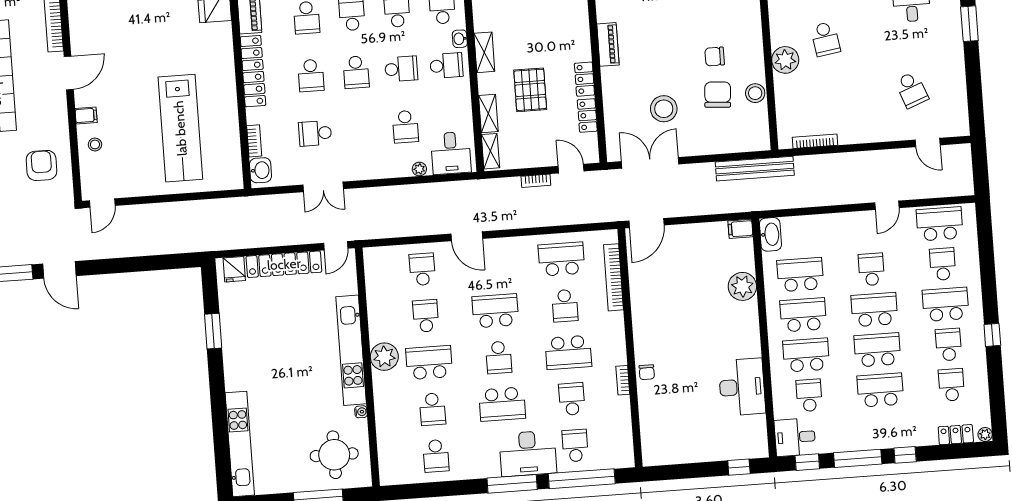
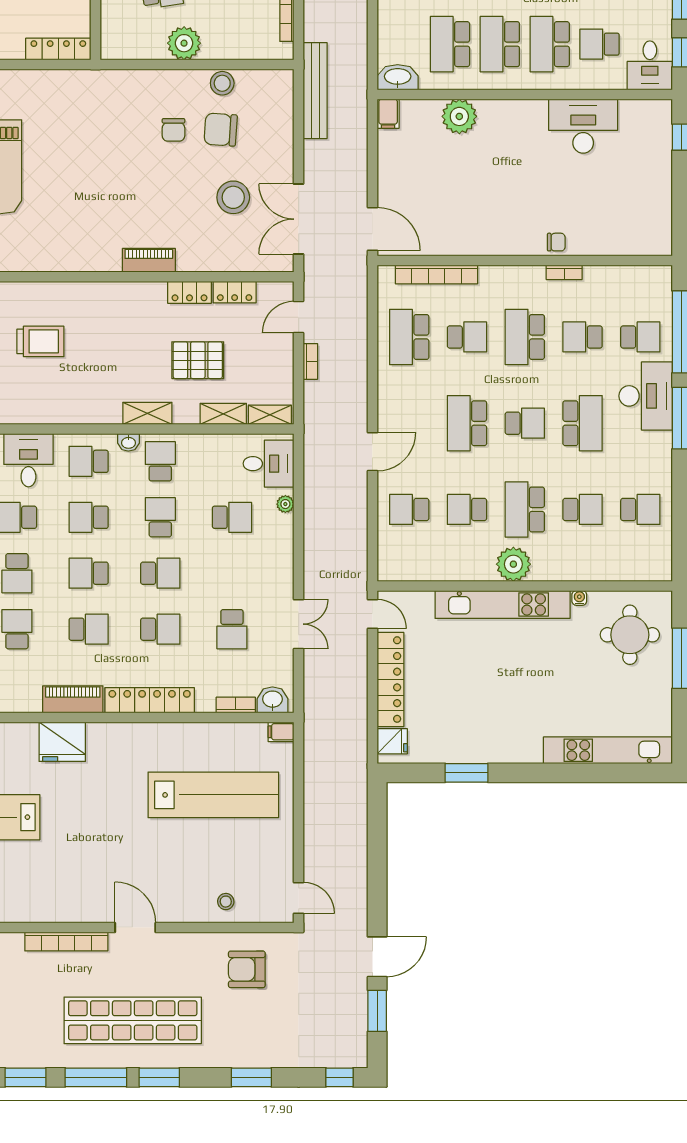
filing cabinet: (86, 115) -> (281, 732), moved, turned -90
school desk: (568, 352) -> (525, 337), turned 180
school desk: (575, 446) -> (640, 337), turned 180

